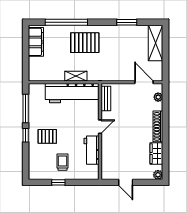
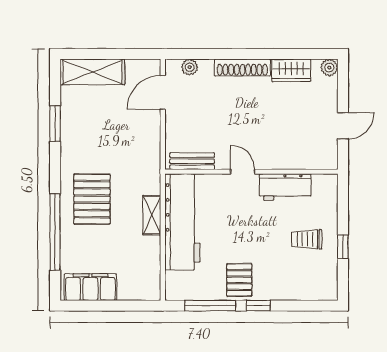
pallet: (47, 136) -> (239, 280), moved

